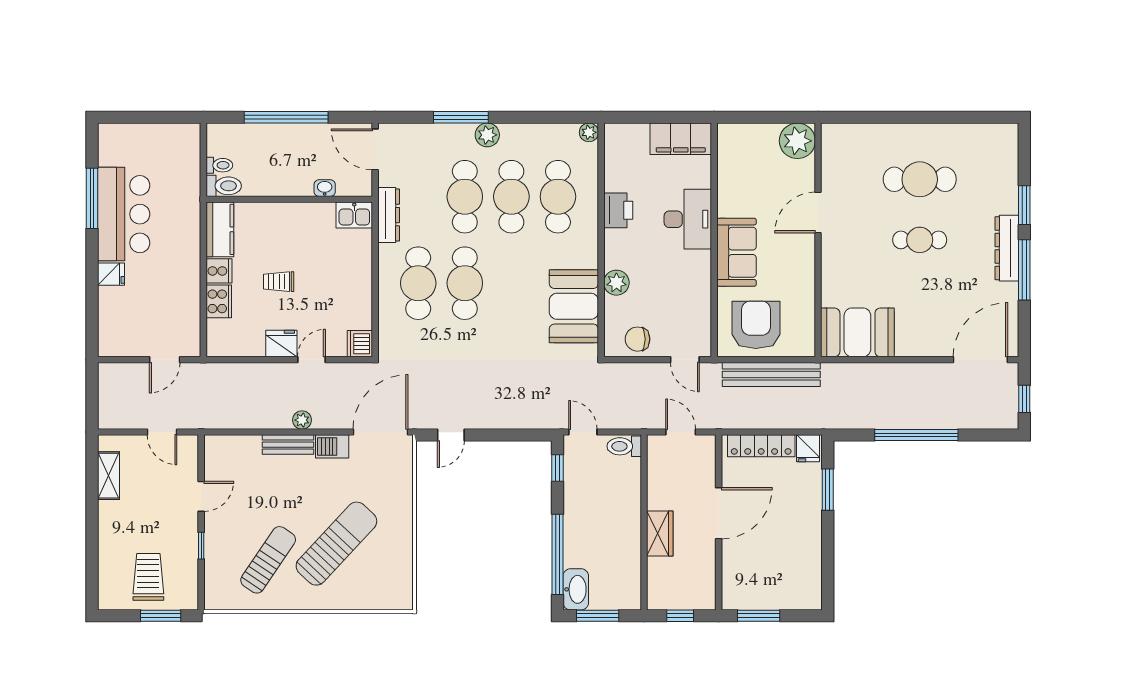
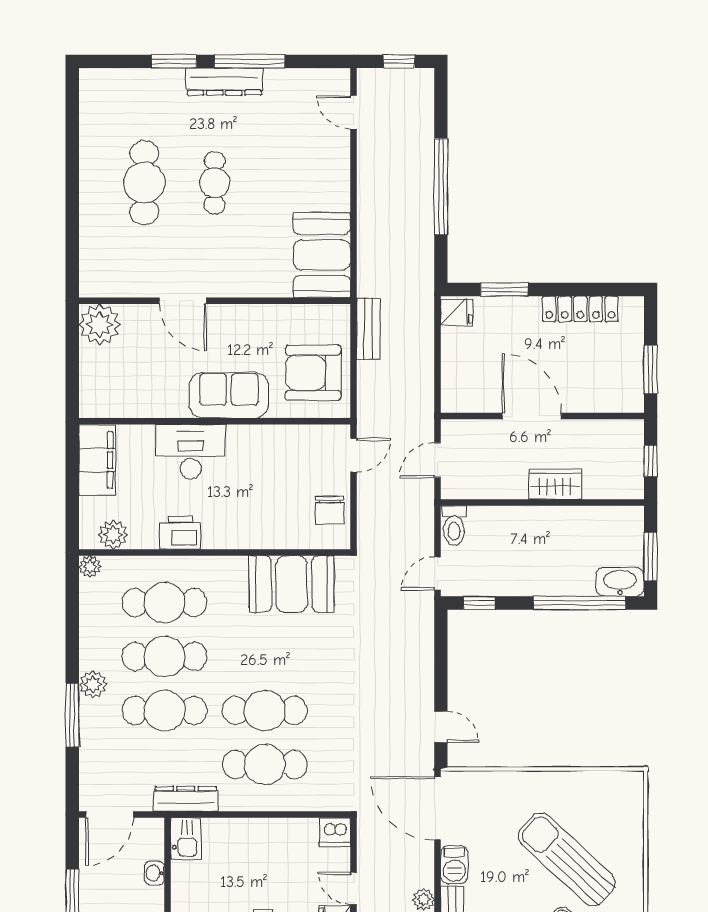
plant: (616, 283) -> (113, 535), moved
door: (980, 360) -> (354, 112), width x0.53
bench: (771, 375) -> (368, 329), width x0.54, depth x0.82
locker: (761, 446) -> (580, 309), moved, turned 90

